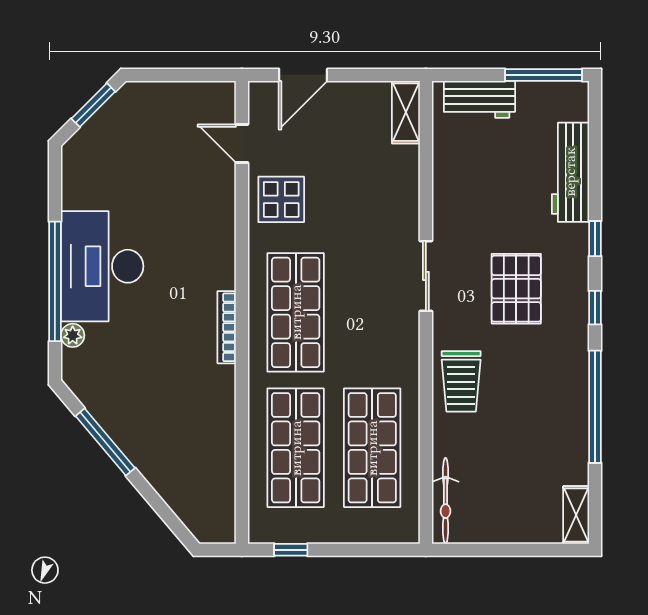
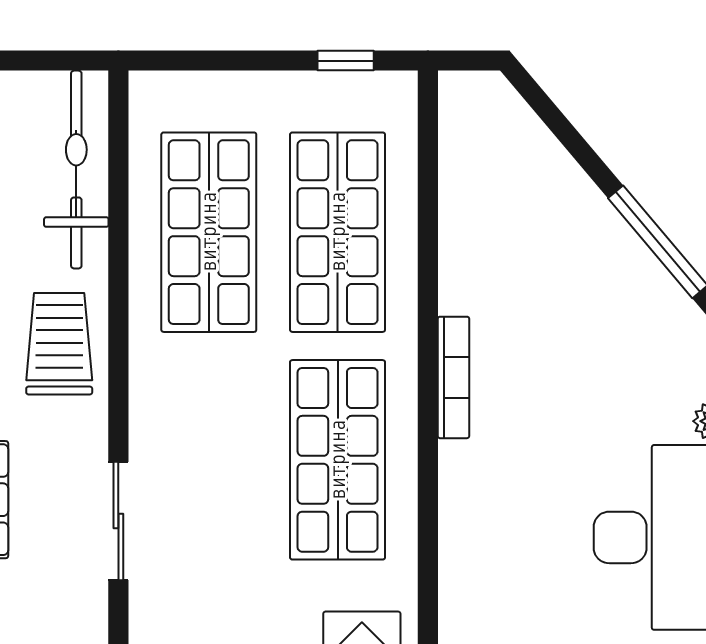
bookcase: (227, 327) -> (453, 377), moved
bicycle: (446, 501) -> (76, 170), width x1.37, depth x1.40

